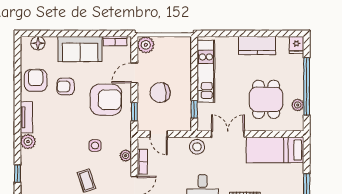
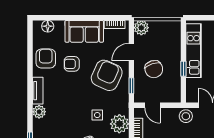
chair: (160, 93) -> (154, 69), turned -105
armchair: (106, 100) -> (107, 75), turned -66
window: (194, 109) -> (183, 69), moved
plant: (126, 156) -> (119, 124), width x1.88, depth x1.88

